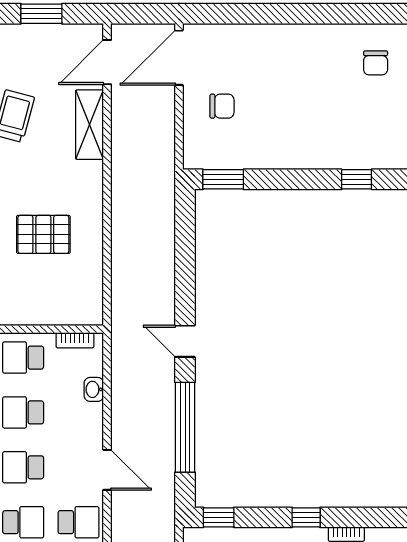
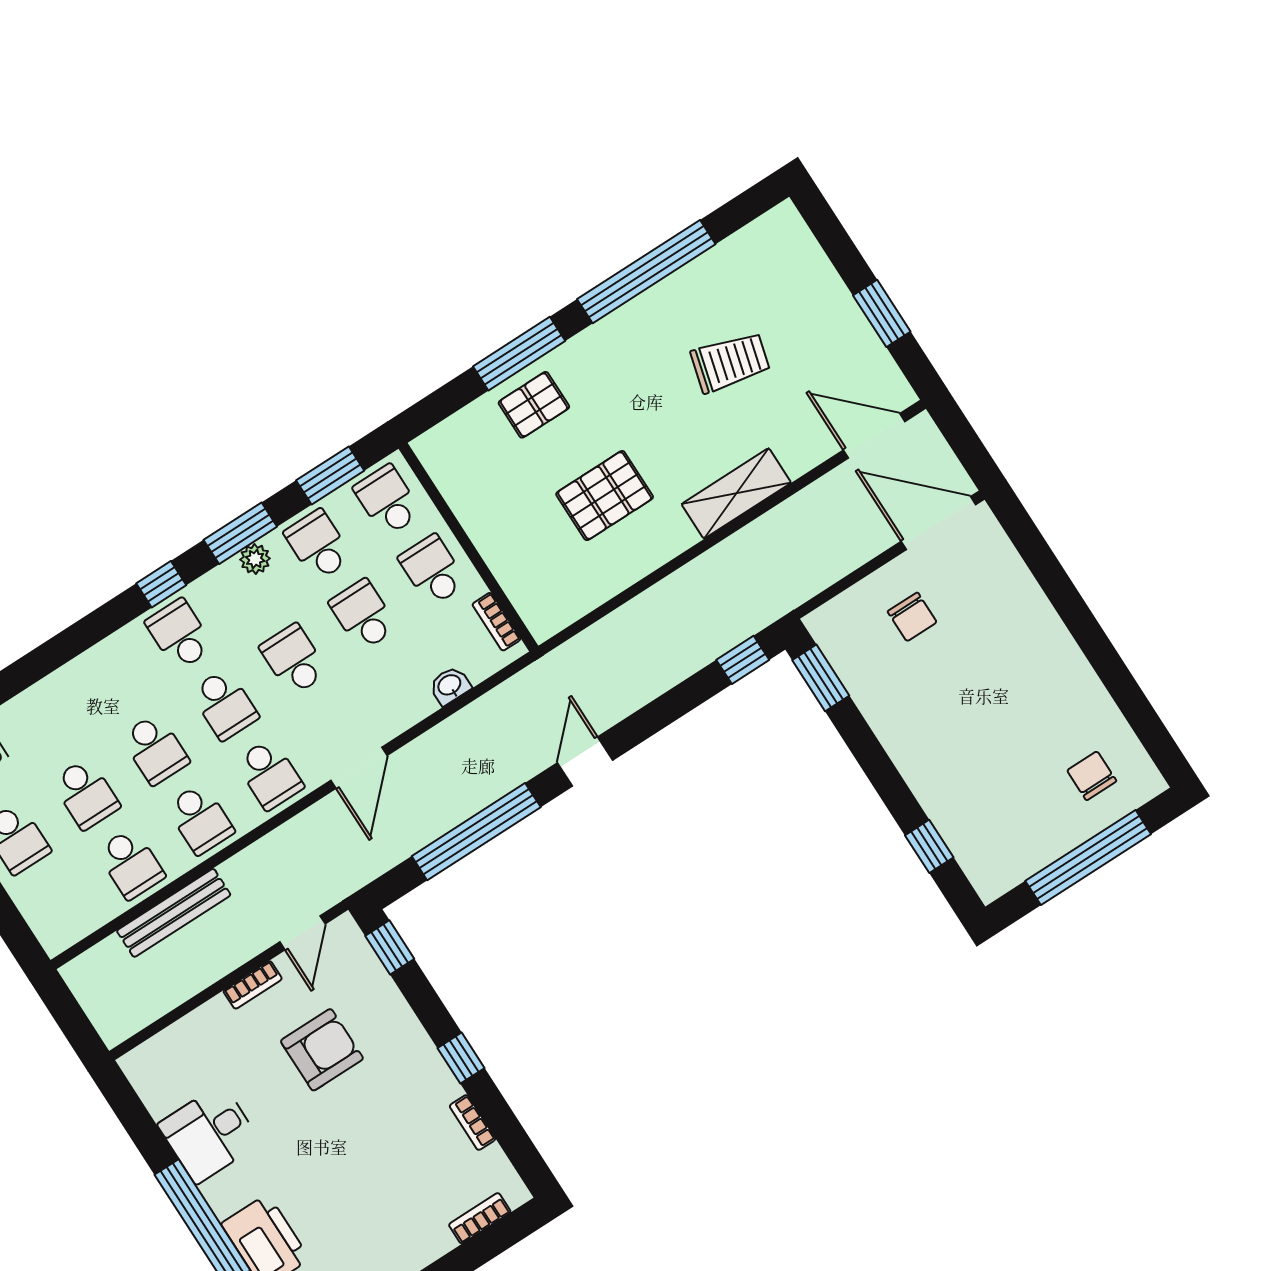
chair: (376, 63) -> (1092, 776), turned 90
shelving: (90, 125) -> (736, 493), moved
window: (185, 216) -> (743, 660), added
pallet: (43, 234) -> (605, 496), turned 90

